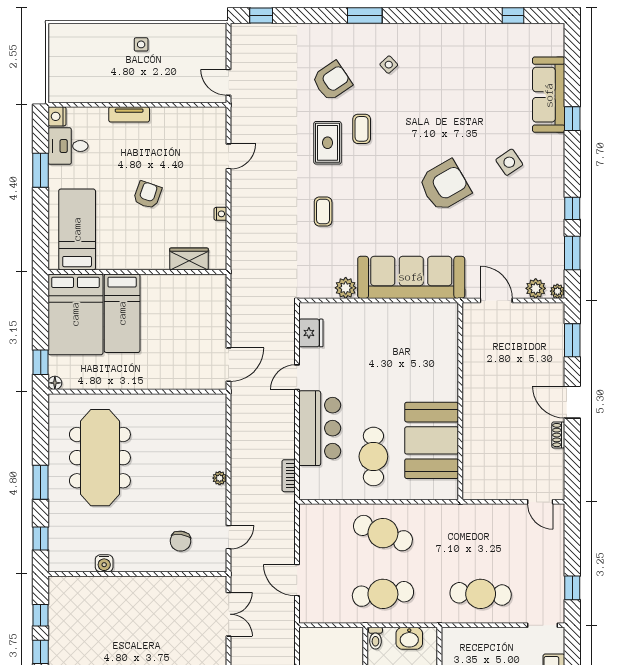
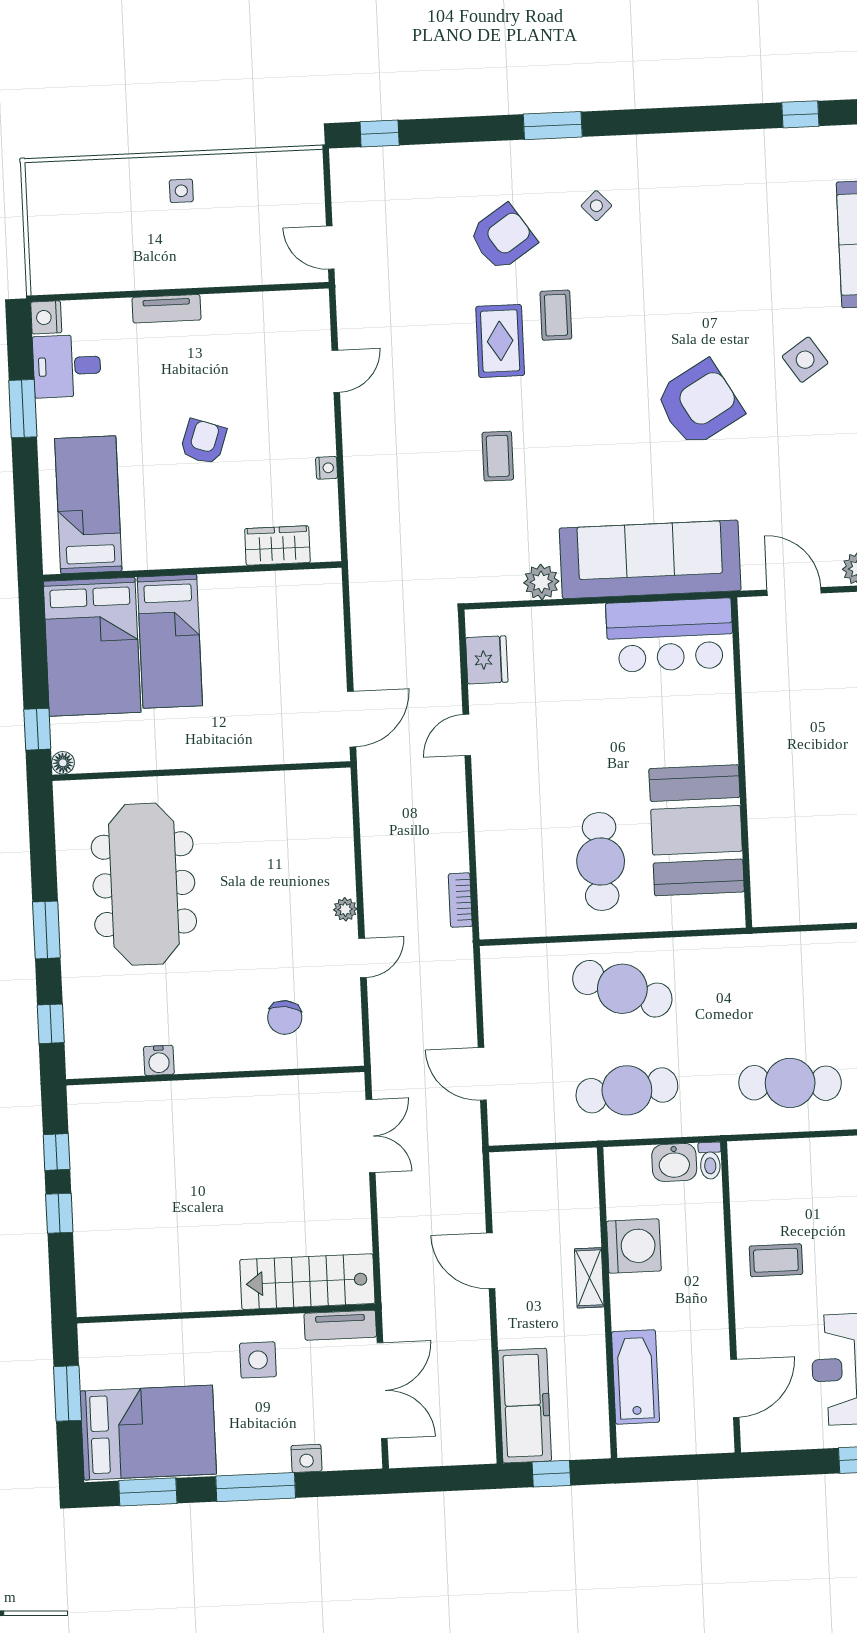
bar counter: (320, 428) -> (670, 635), moved, turned 90
door: (229, 537) -> (362, 958), moved
toilet: (375, 638) -> (710, 1161), moved

